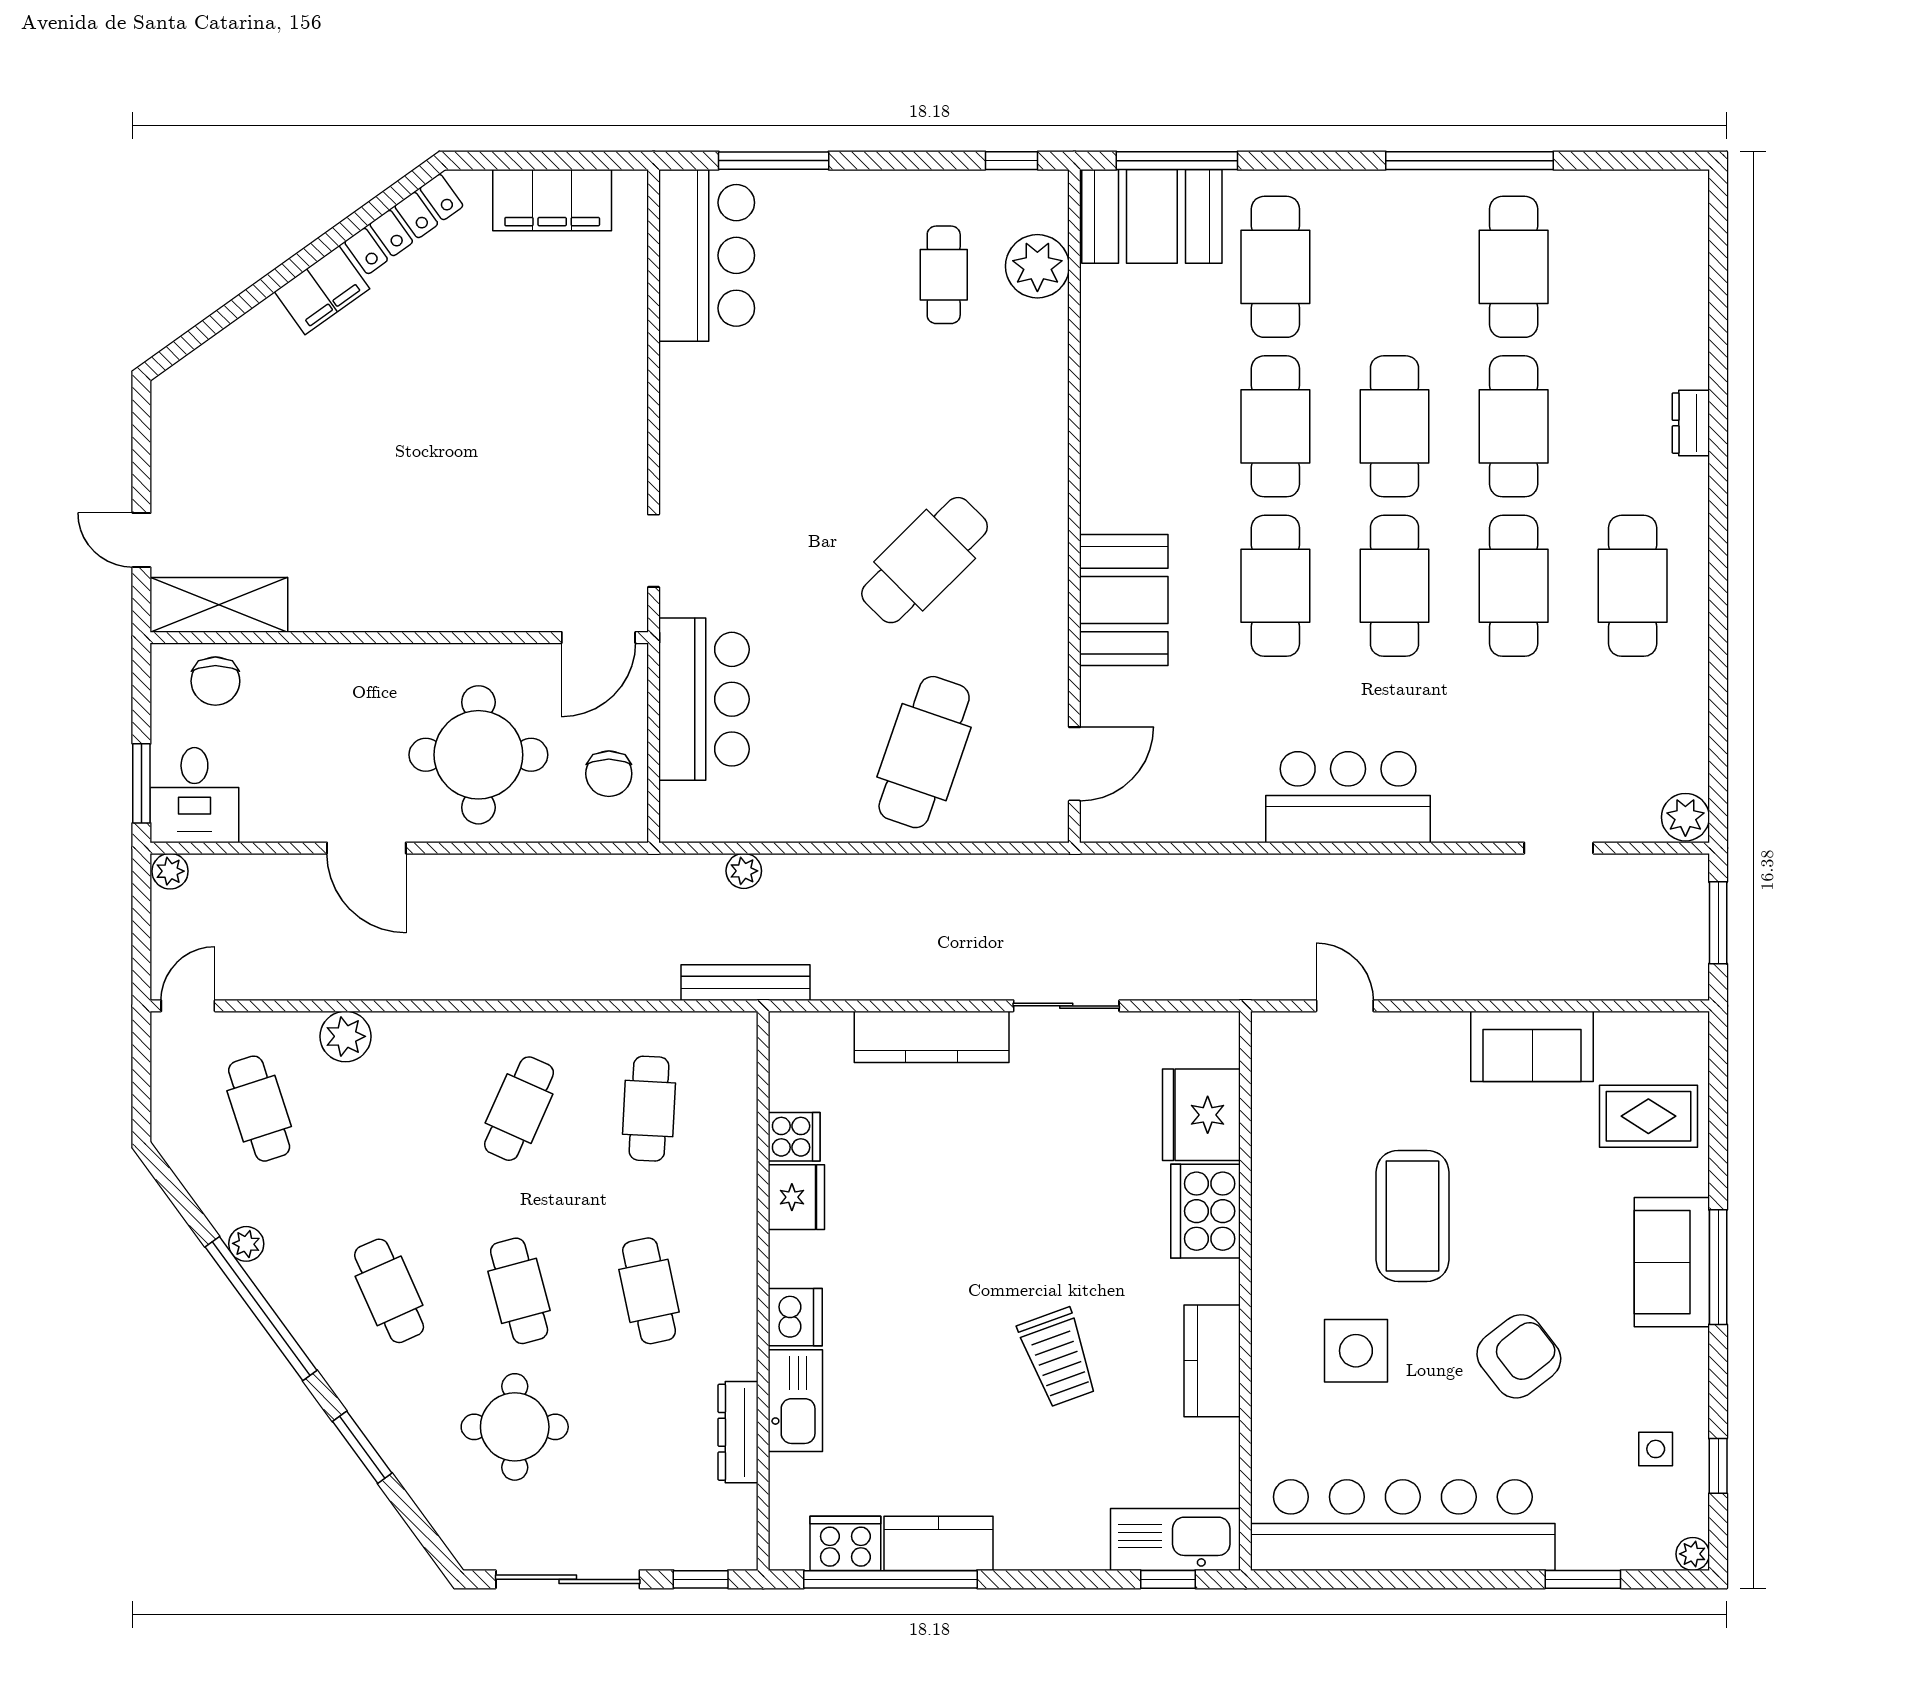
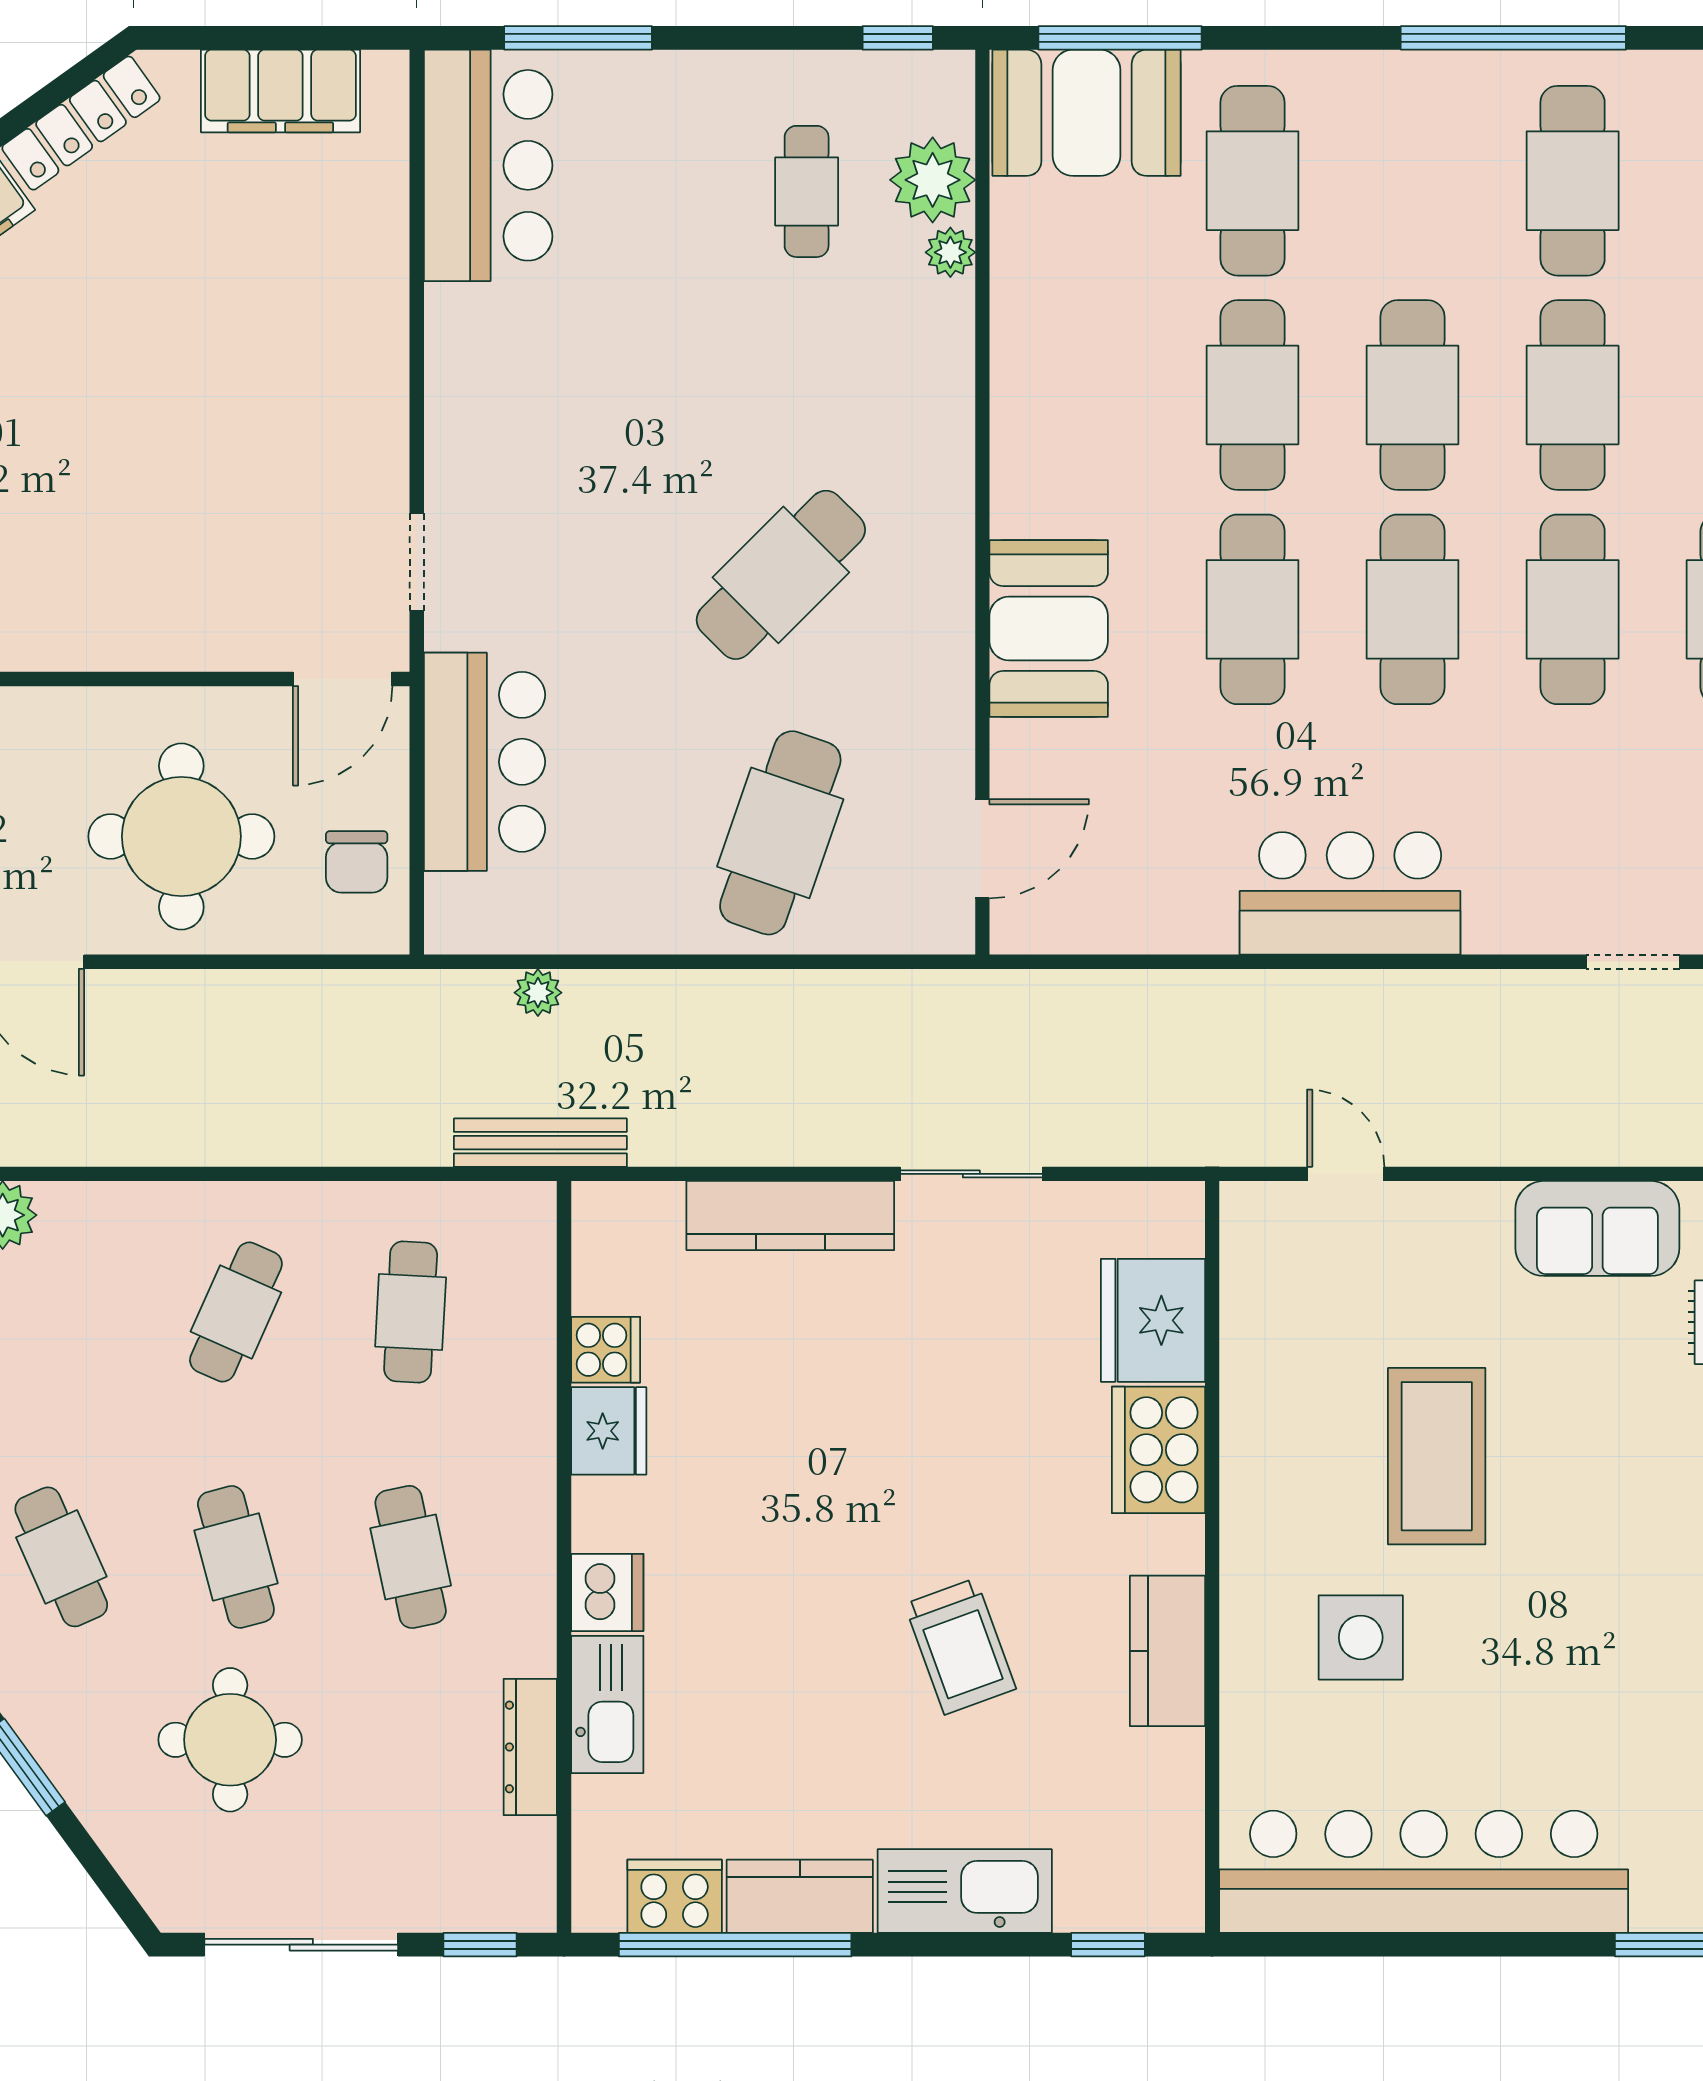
plant: (1051, 320) -> (950, 252), added
armchair: (1519, 1356) -> (1580, 1645), removed
kitchen sink: (1175, 1539) -> (965, 1891), moved

